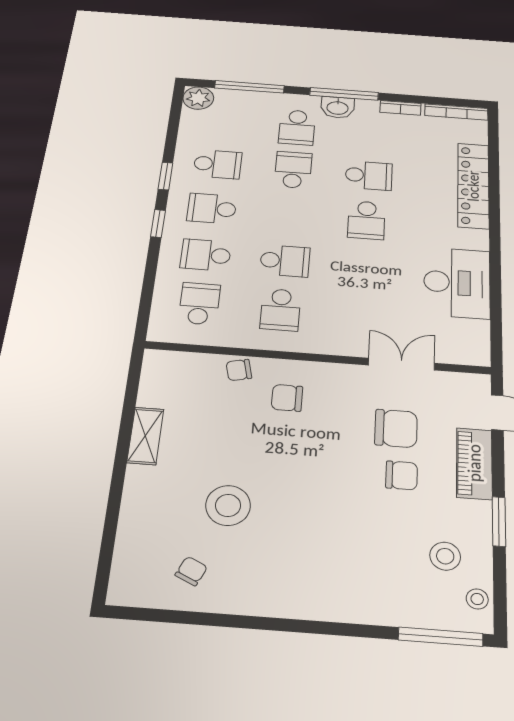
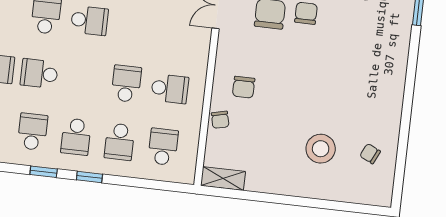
school desk: (199, 304) -> (163, 147), turned 90
shelving: (145, 436) -> (223, 179), moved
stool: (228, 505) -> (321, 149), moved

